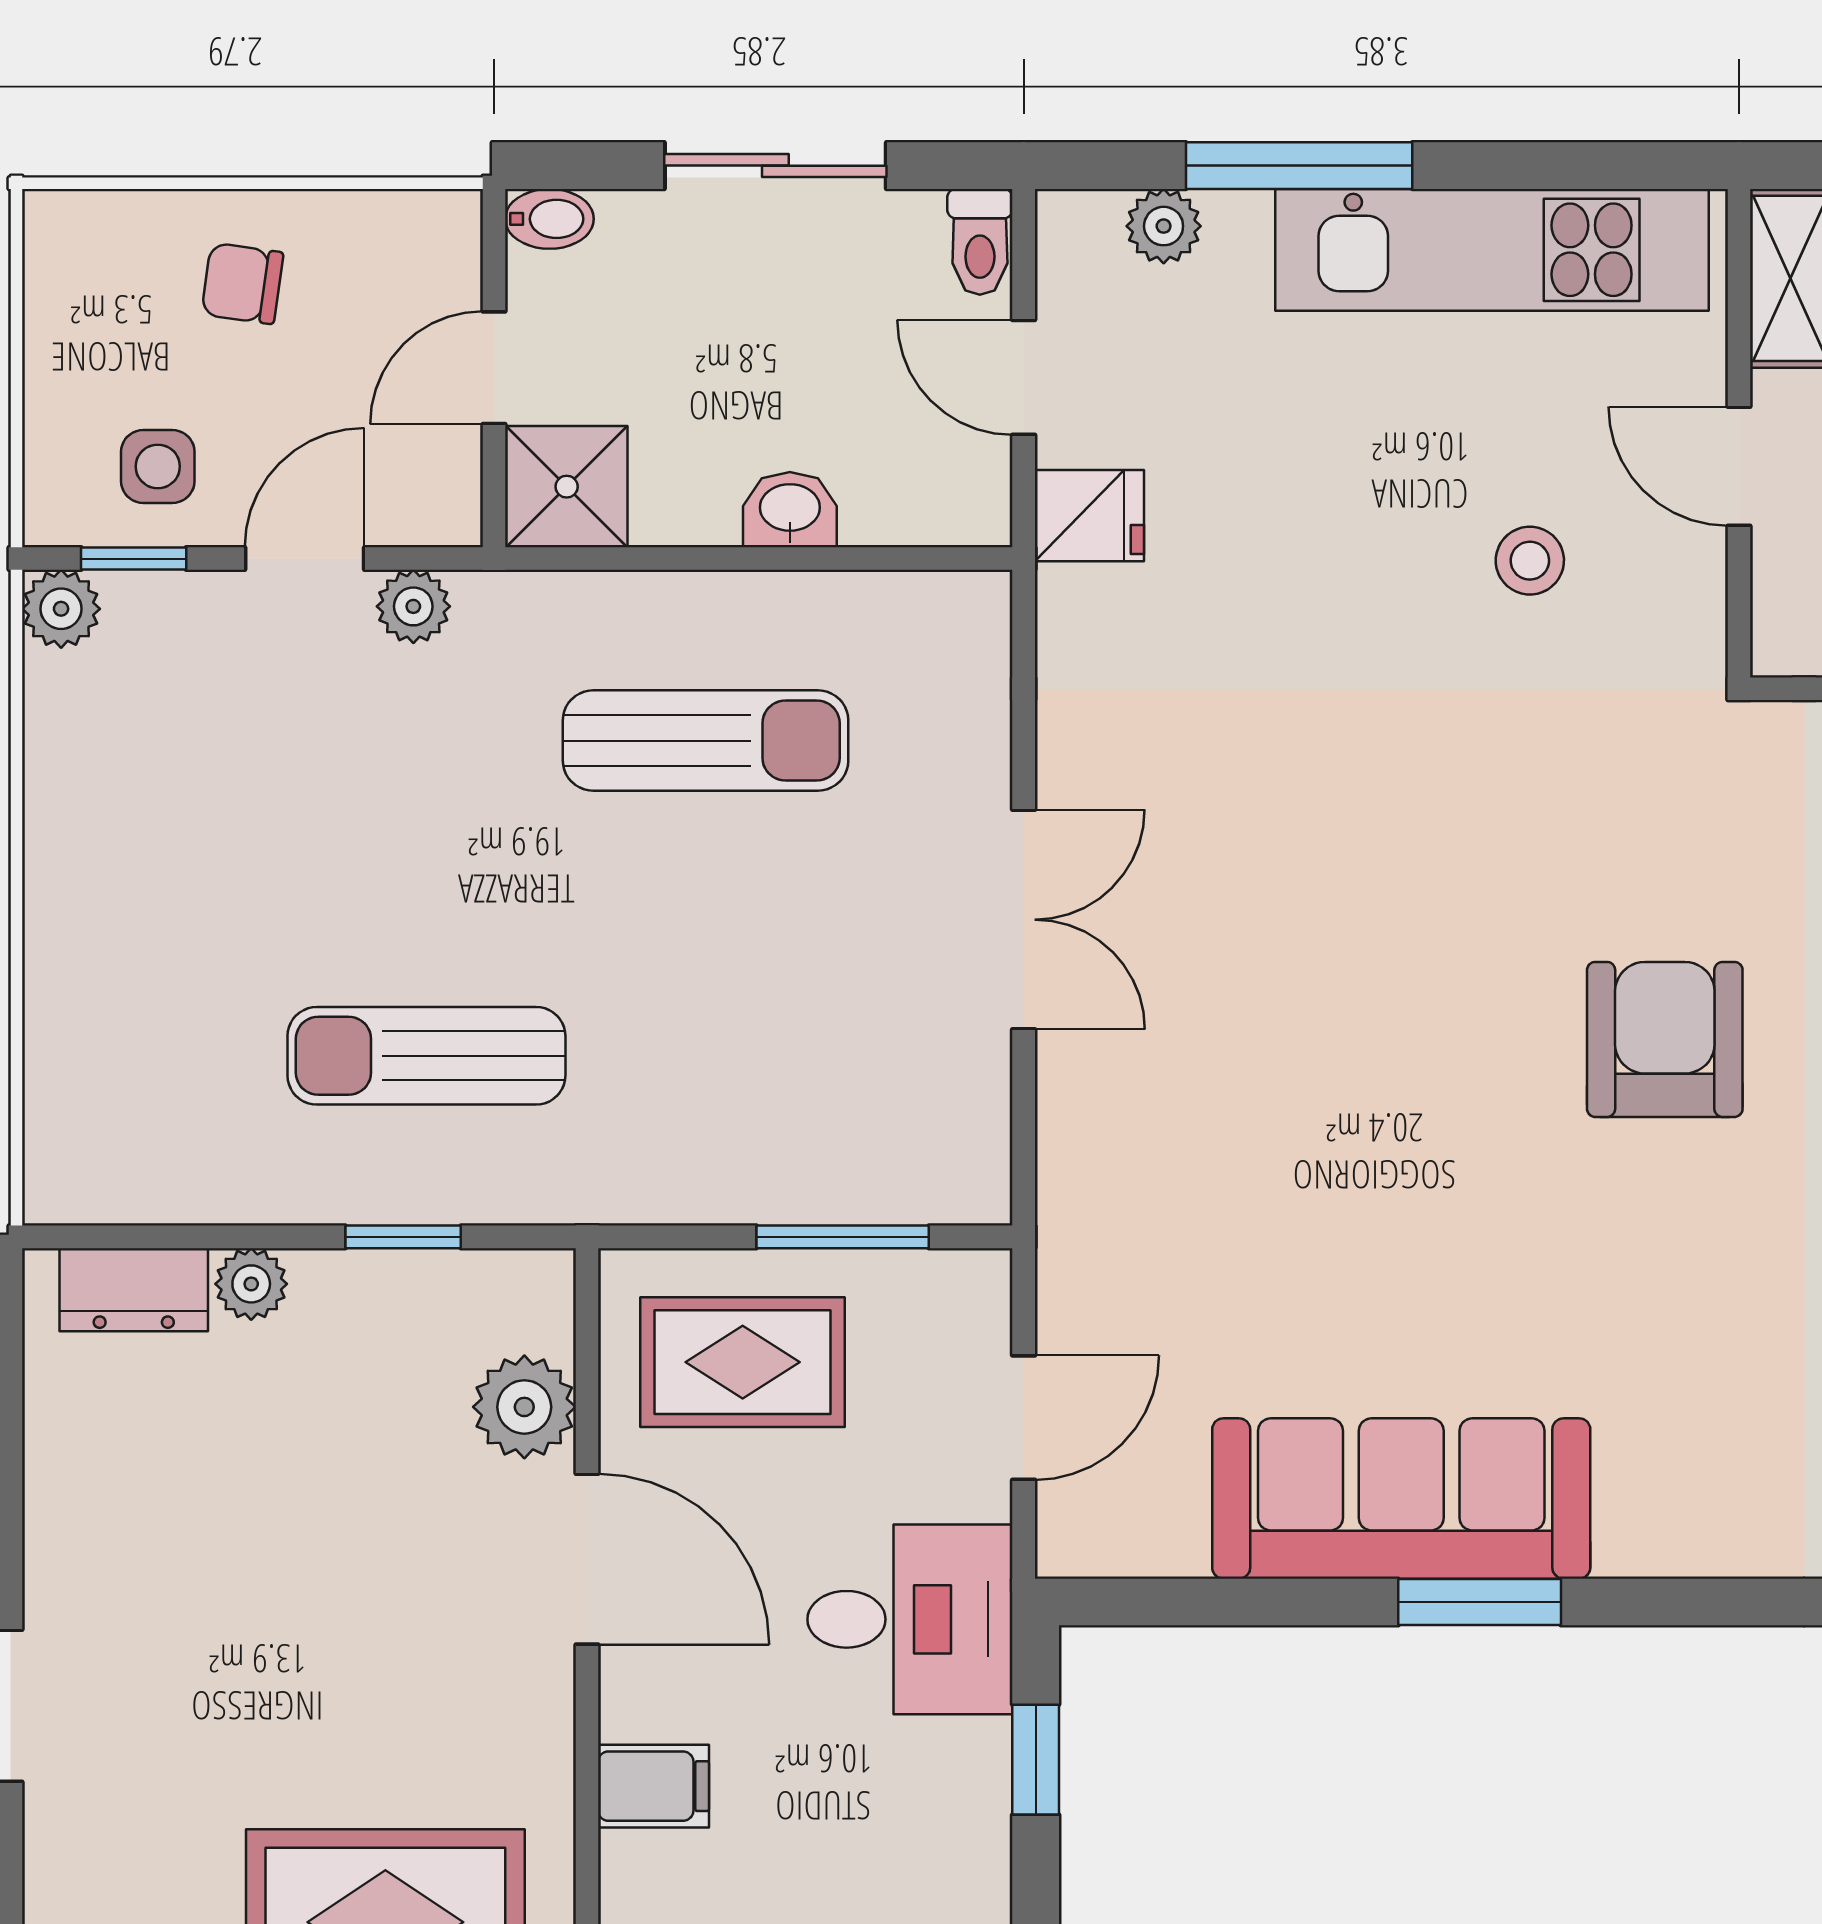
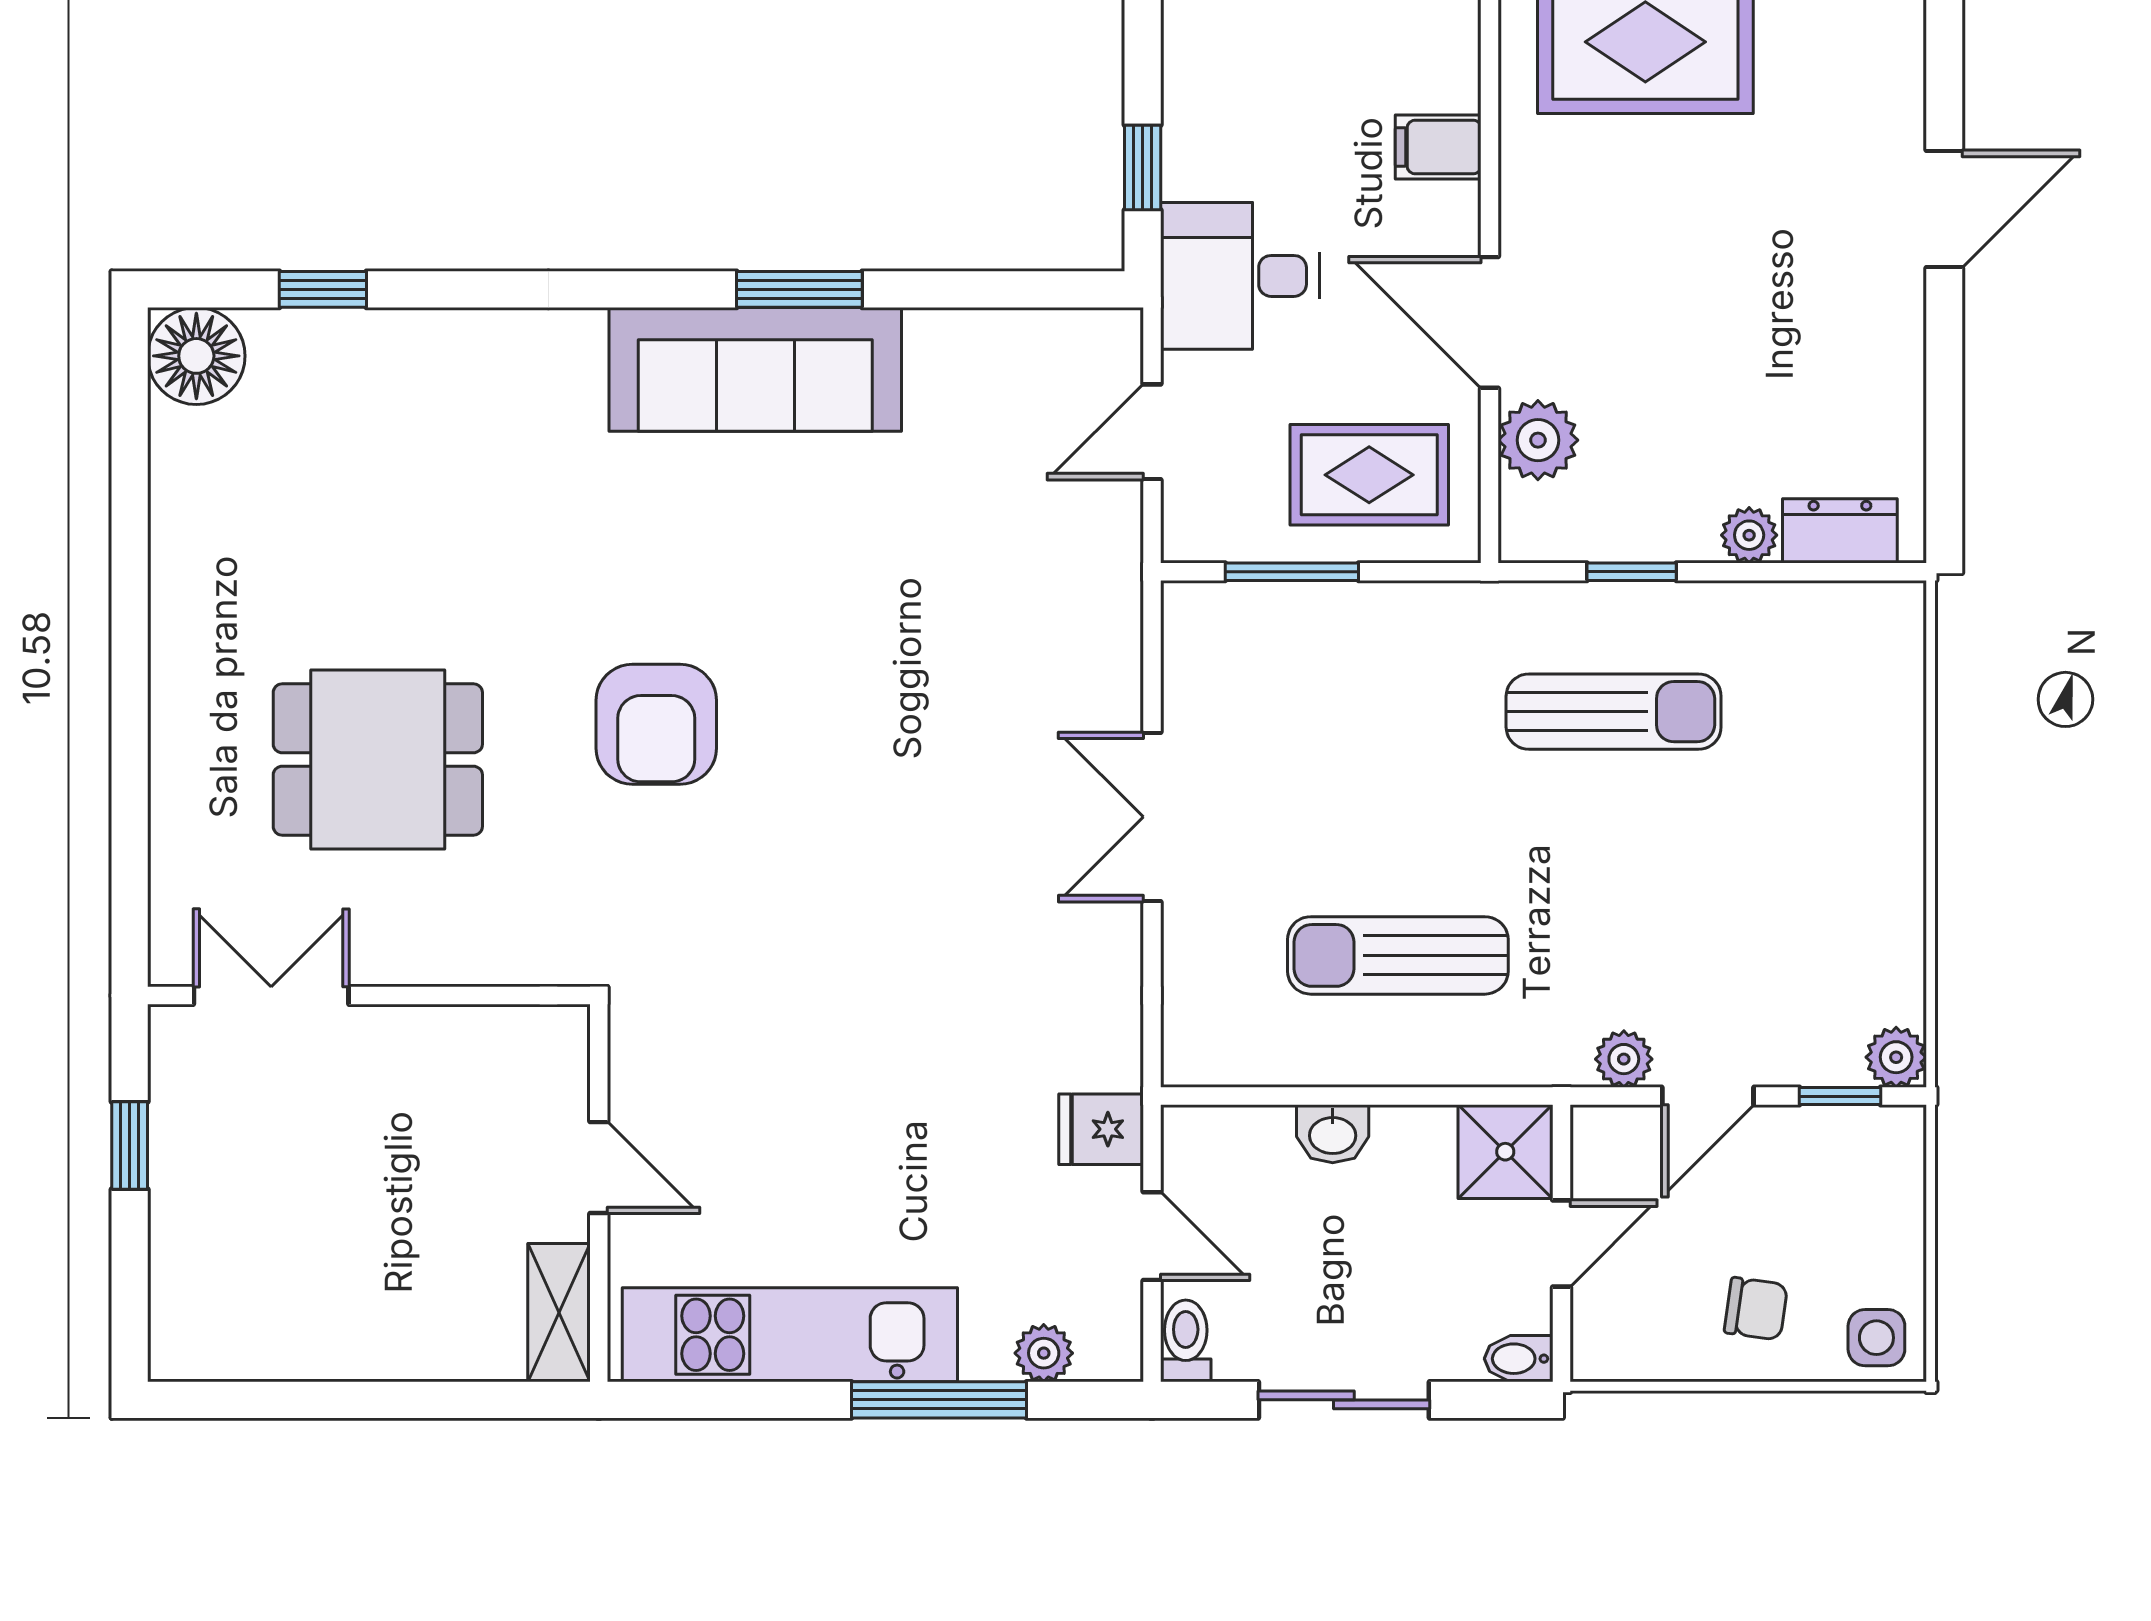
side table: (158, 466) -> (1876, 1338), moved
stool: (1530, 561) -> (761, 1094), removed
sofa: (1401, 1498) -> (755, 369), moved

